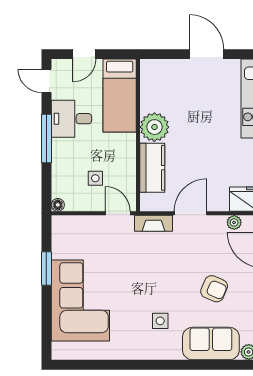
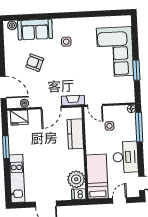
dishwasher: (151, 68) -> (79, 194), added
desk: (71, 119) -> (125, 157), width x1.37
plant: (154, 127) -> (76, 179), moved
window: (46, 138) -> (139, 127), moved

